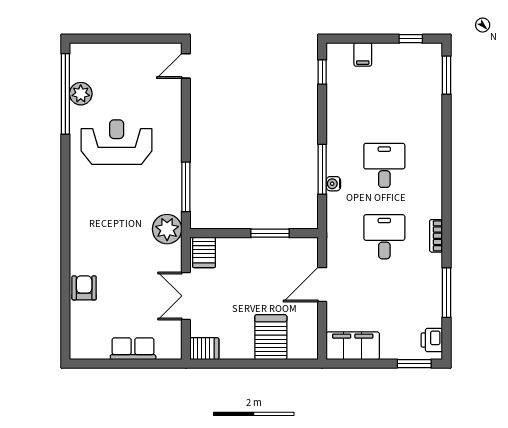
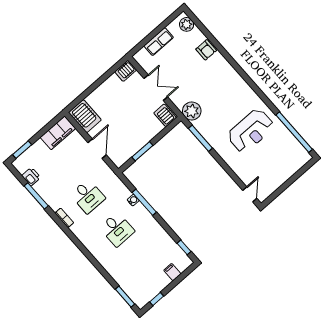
plant: (81, 94) -> (187, 24), moved
server rack: (271, 337) -> (85, 116), moved
printer: (432, 340) -> (31, 177), moved

